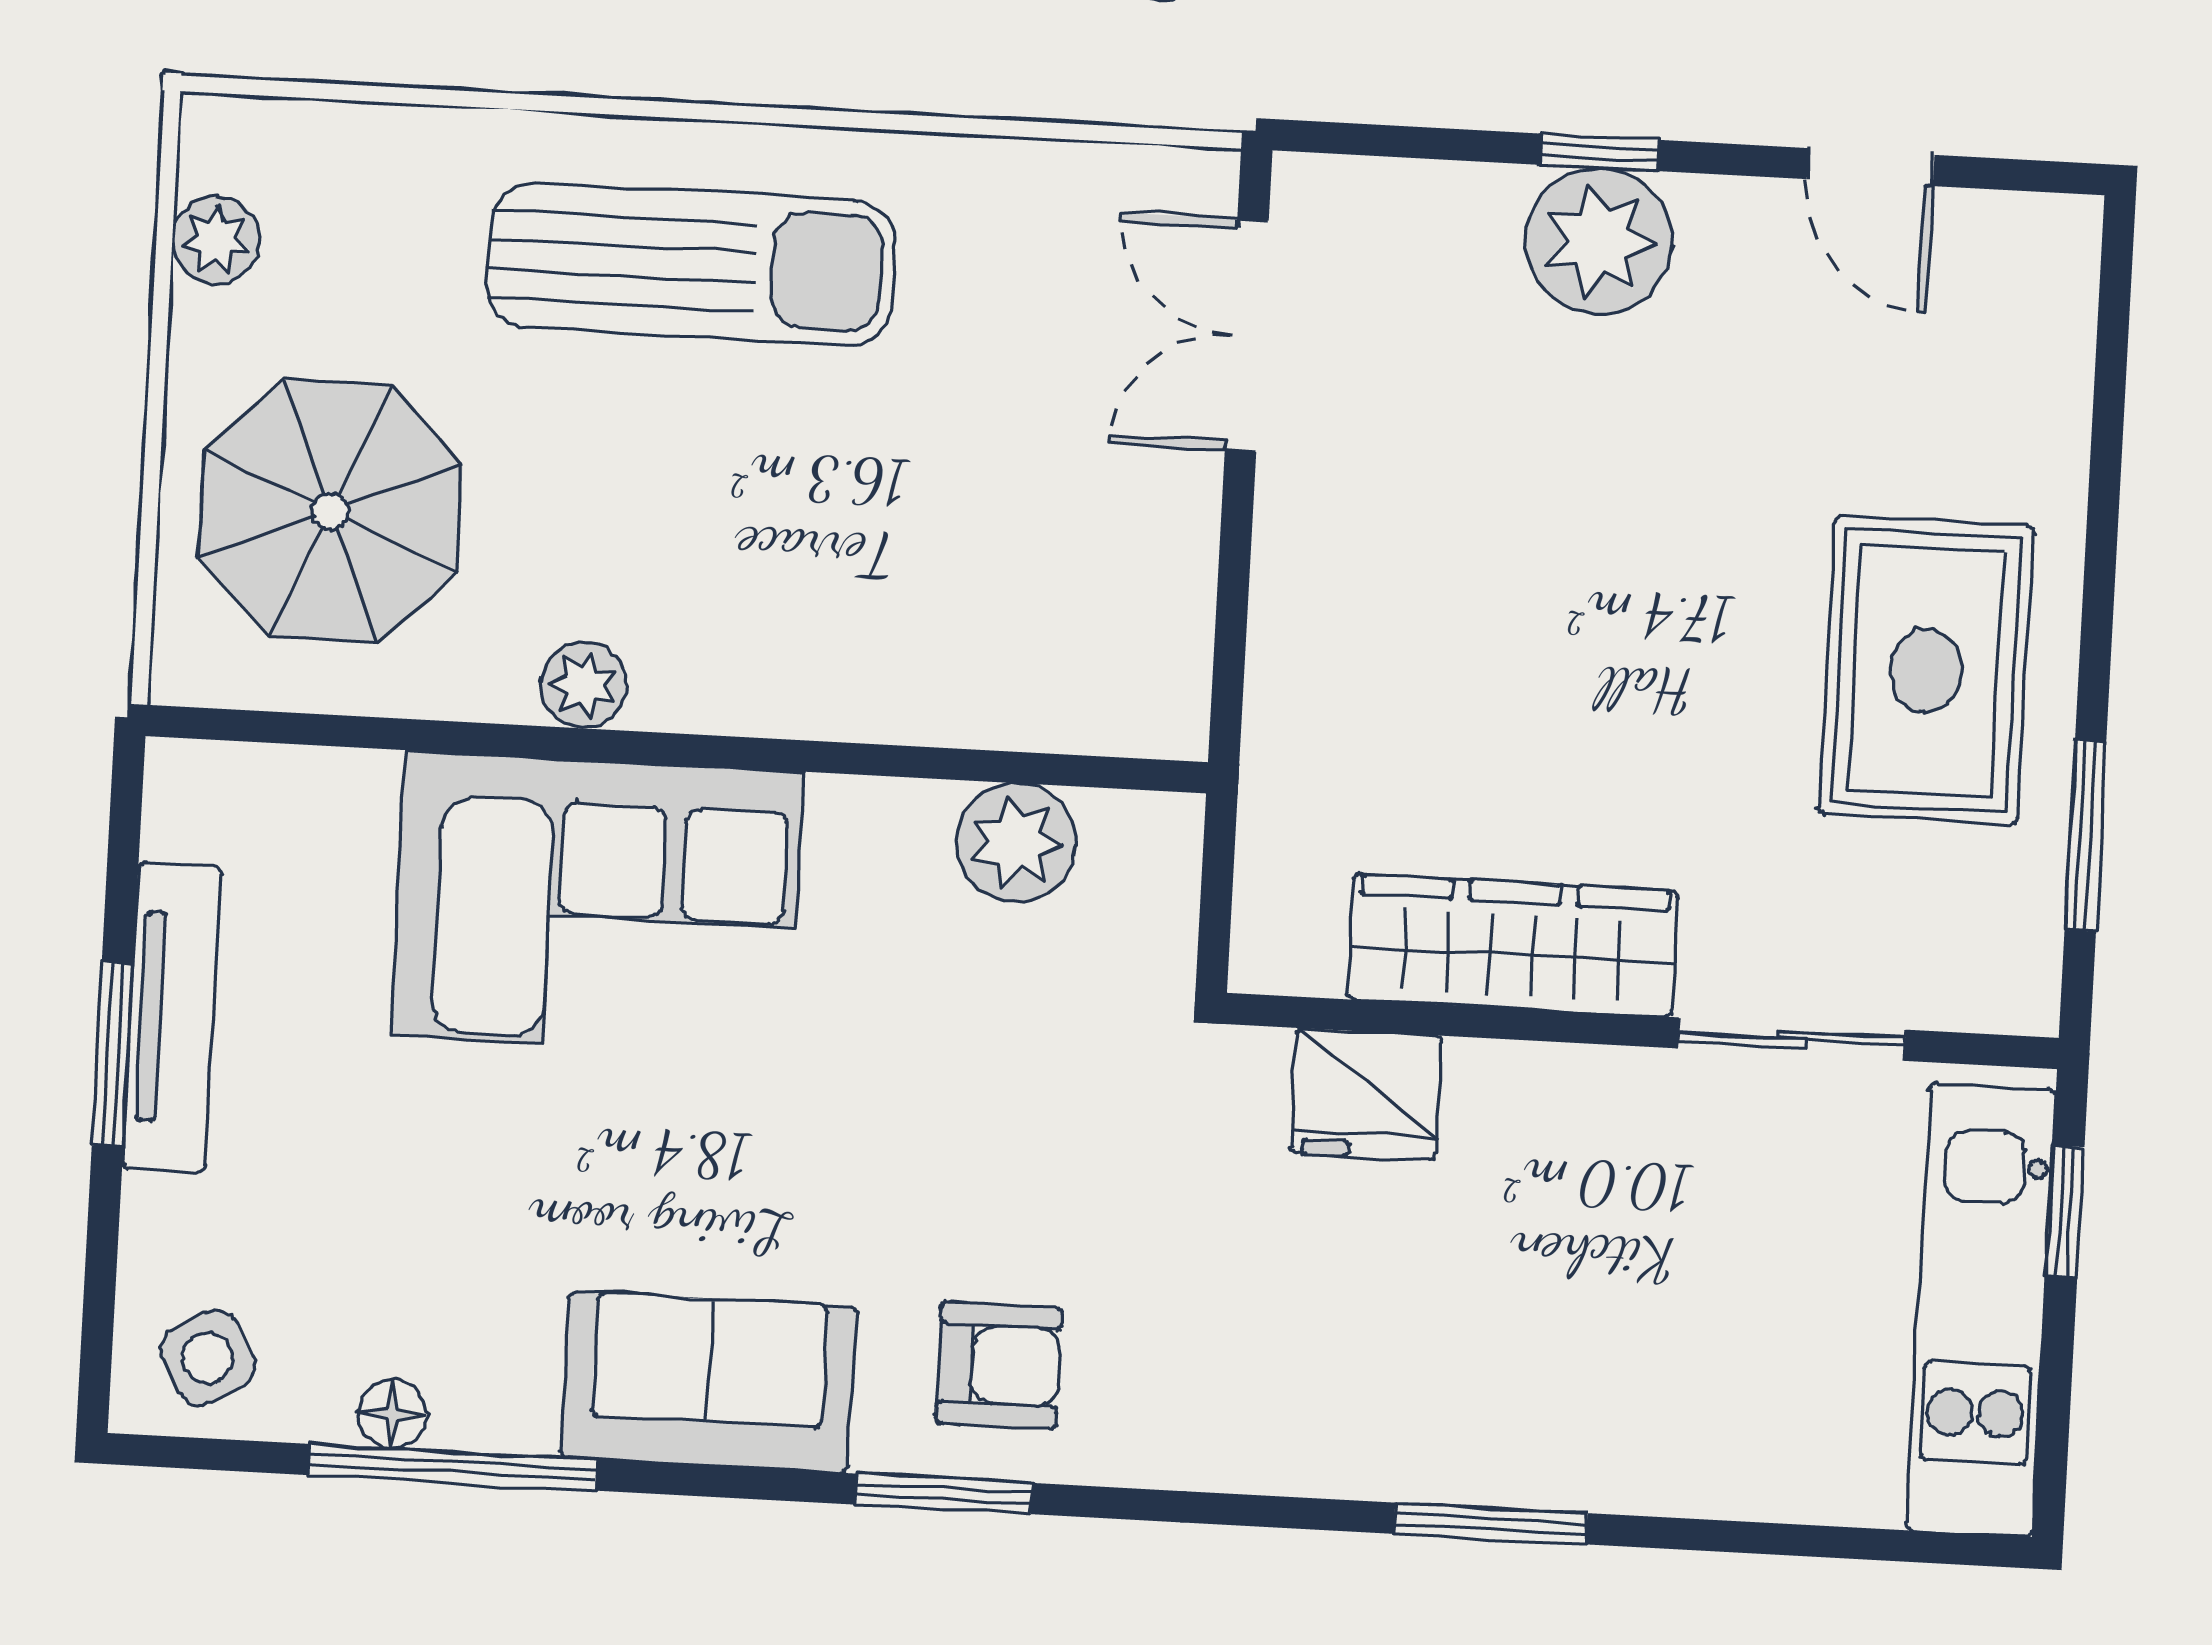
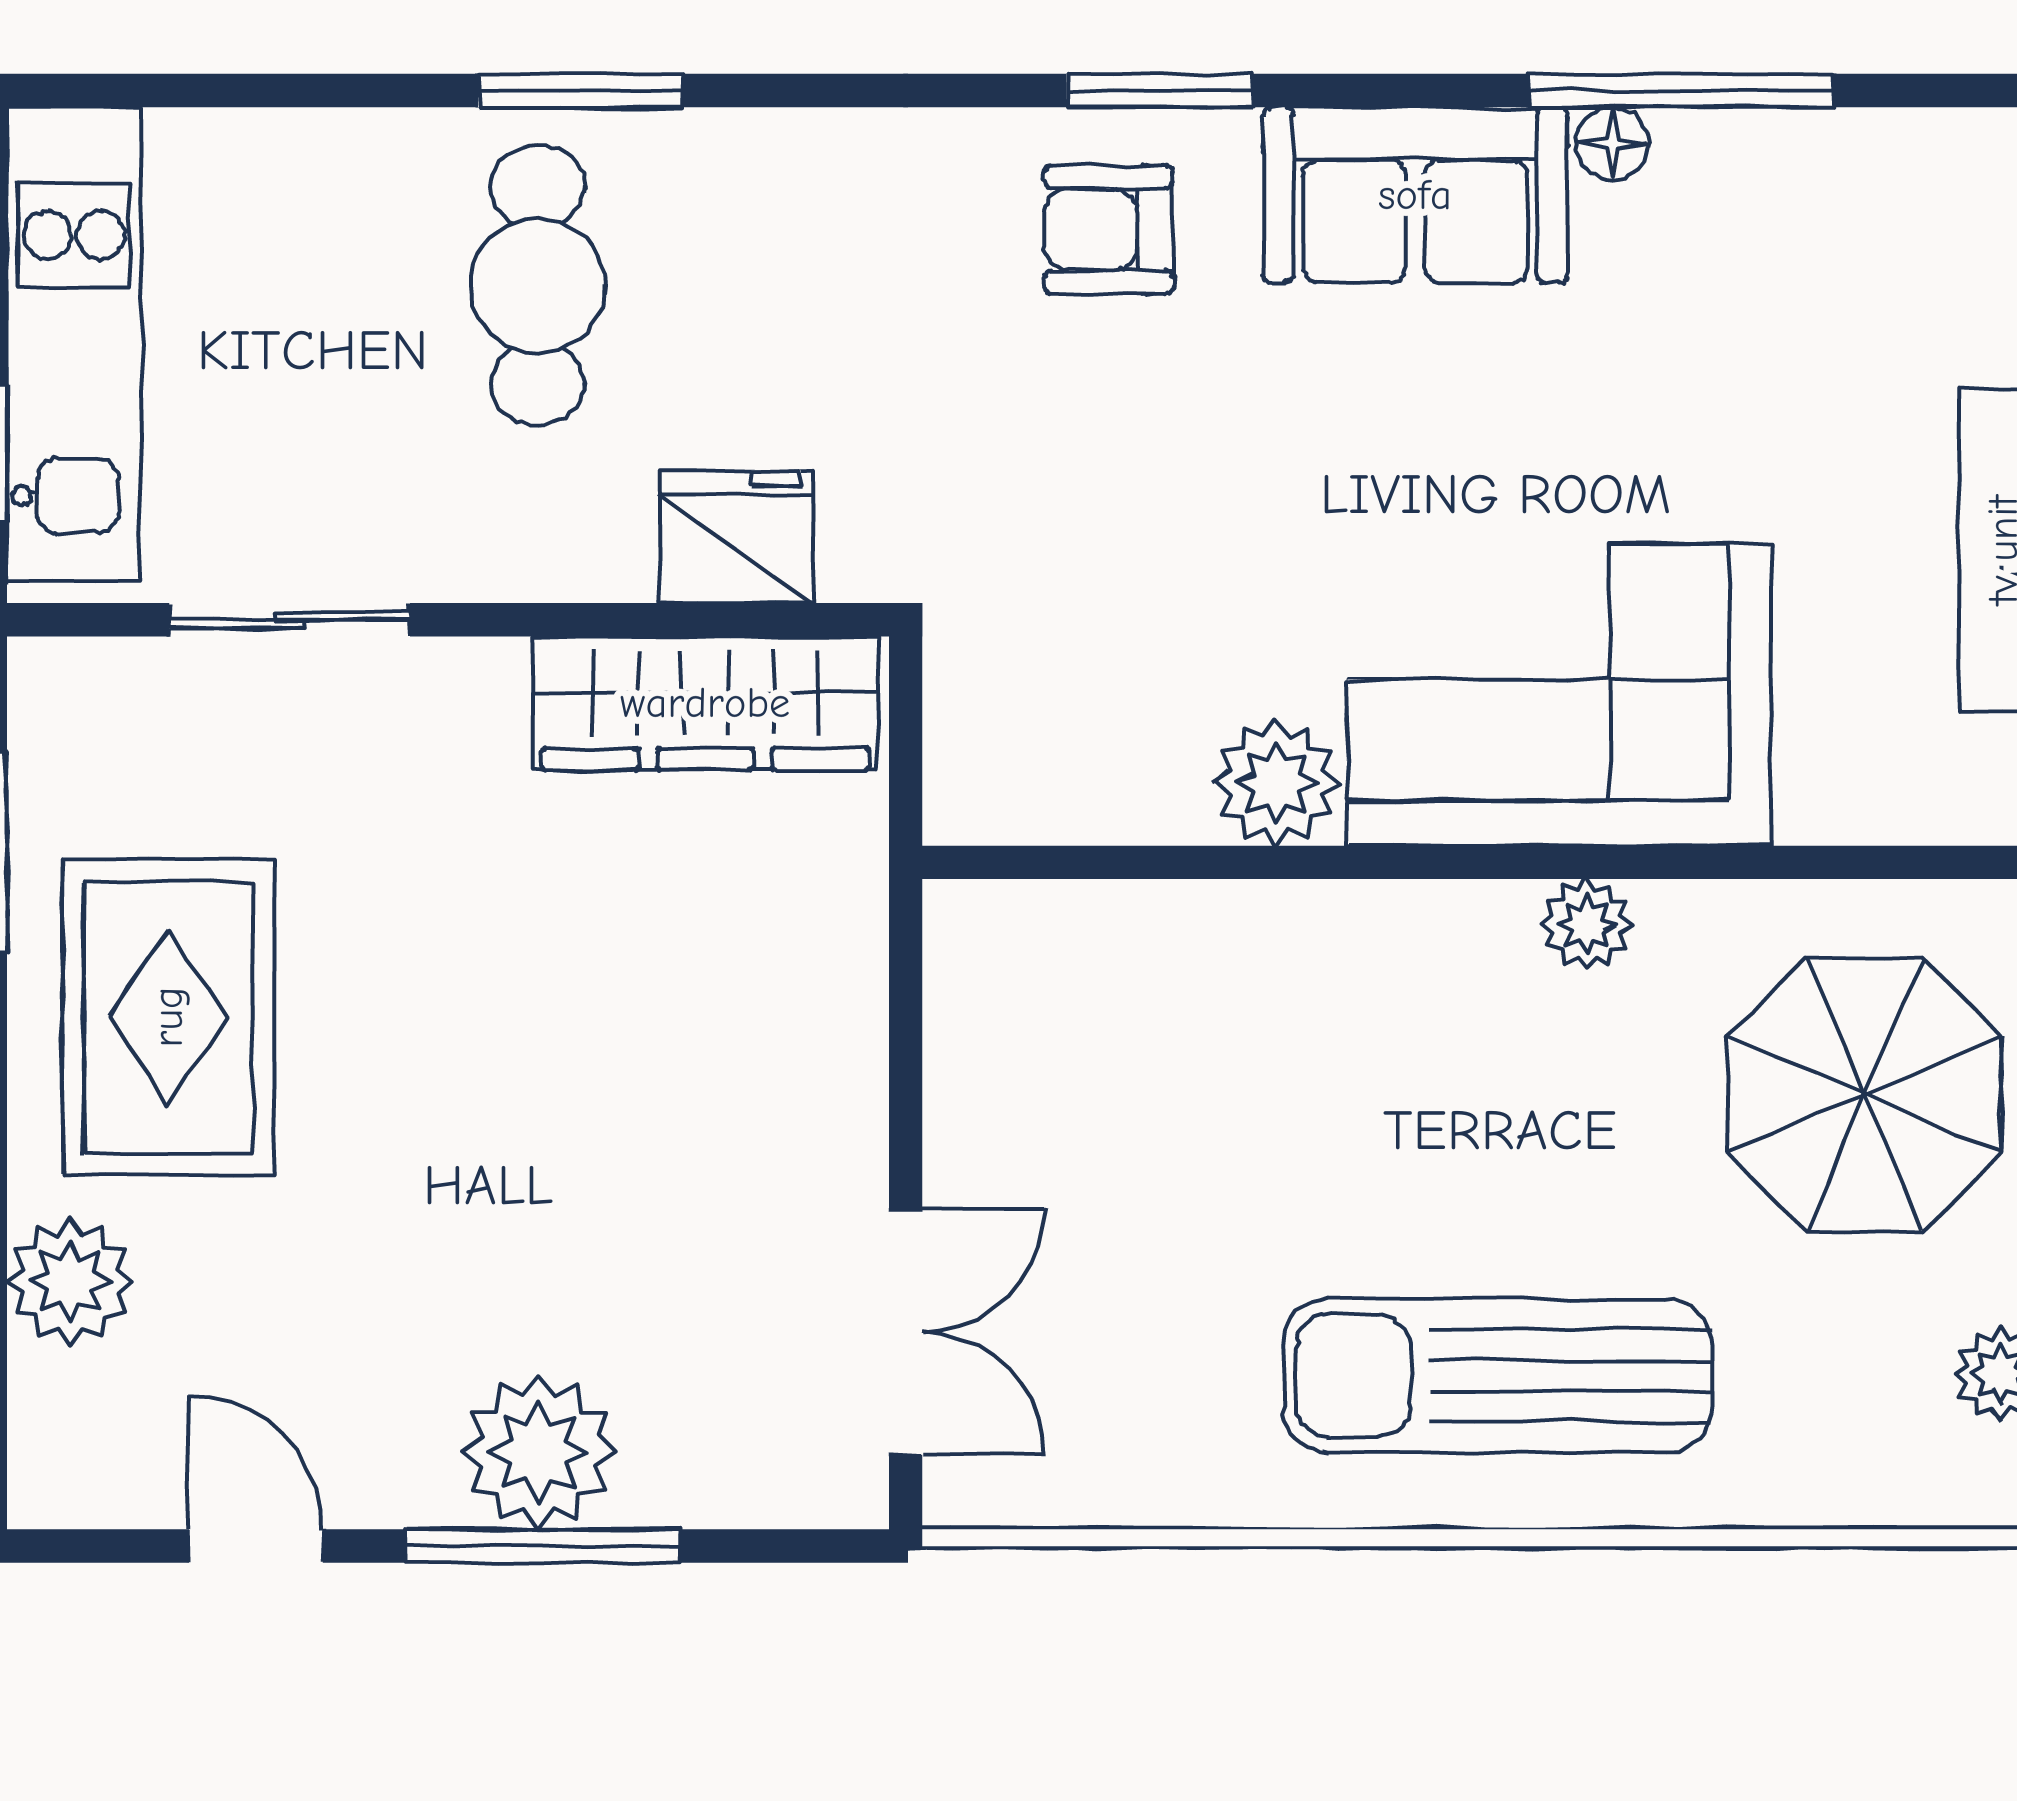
window: (1600, 152) -> (543, 1546), width x2.17
plant: (2033, 426) -> (70, 1282), added
plant: (1016, 843) -> (1276, 783), moved
wardrobe: (1512, 945) -> (705, 703), moved
cafe table: (1541, 1342) -> (537, 285), added
side table: (207, 1358) -> (1946, 192), removed
floor lamp: (392, 1414) -> (1613, 143), moved

